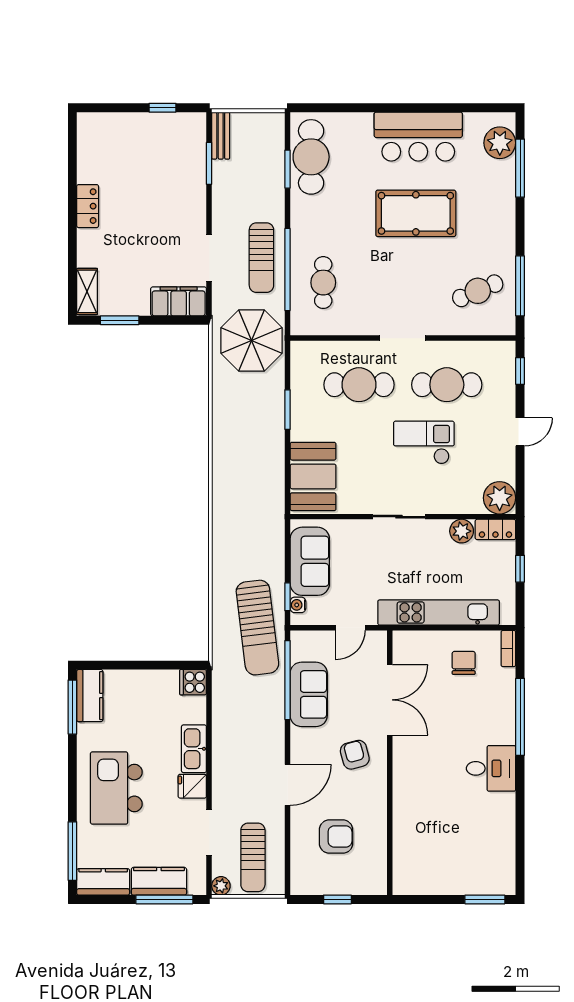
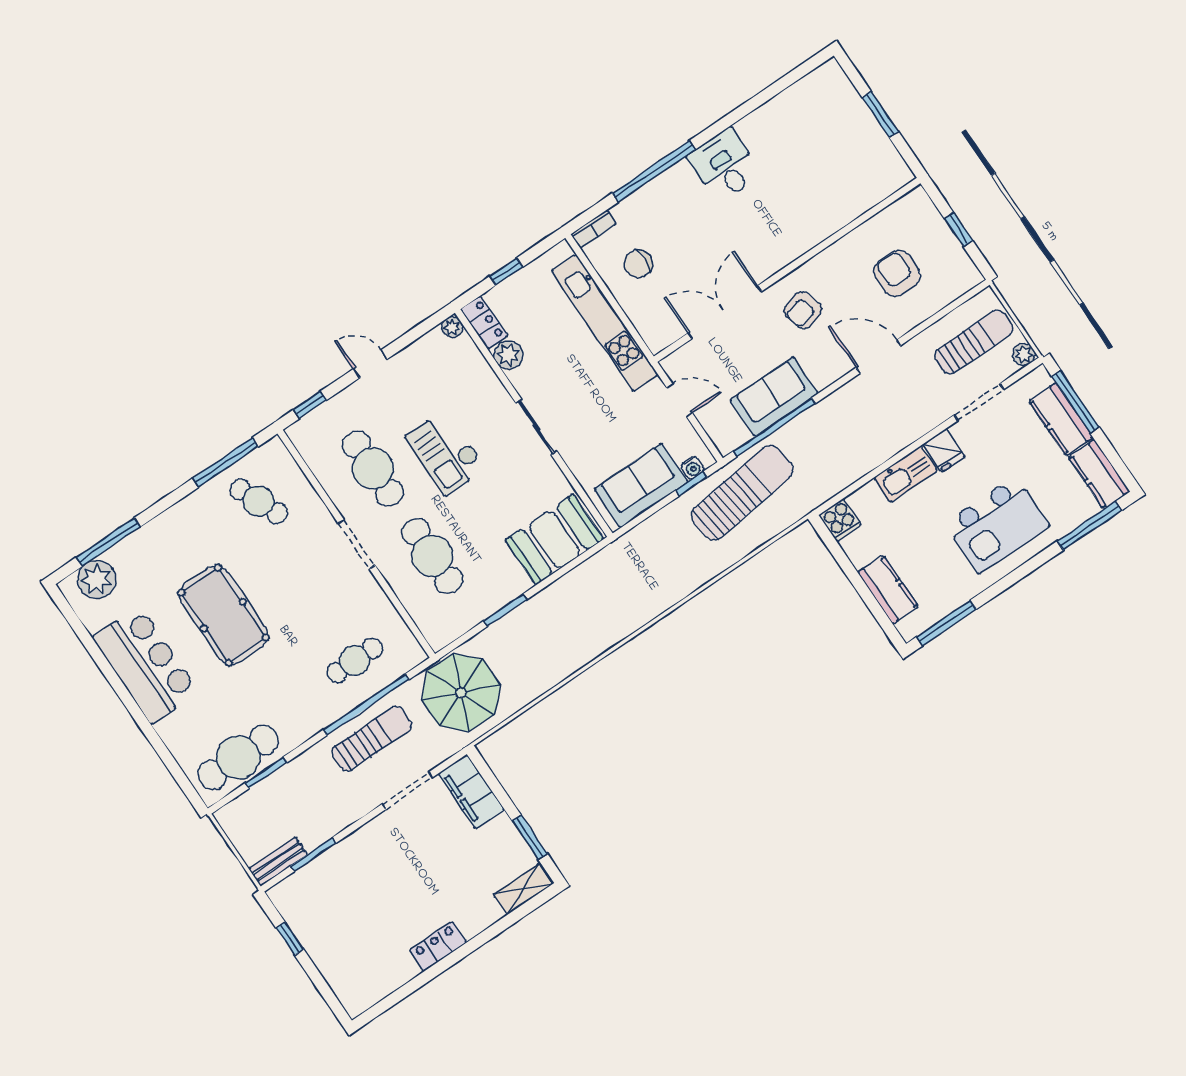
plant: (500, 498) -> (452, 327), width x0.53, depth x0.53
kitchen counter: (90, 696) -> (888, 590), moved, turned 90
window: (485, 899) -> (880, 115), moved

